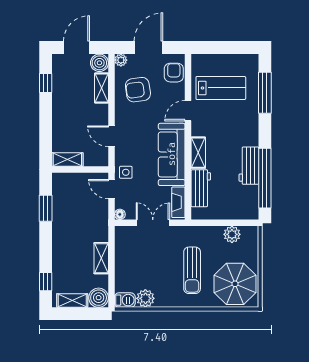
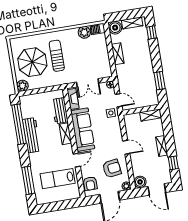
door: (76, 47) -> (157, 189), hinge flipped
shelving: (101, 88) -> (162, 146), moved
door: (111, 136) -> (126, 147), moved
workbench: (249, 166) -> (32, 135), width x1.37
plant: (232, 234) -> (22, 86), moved
parasol: (235, 284) -> (32, 62), moved

